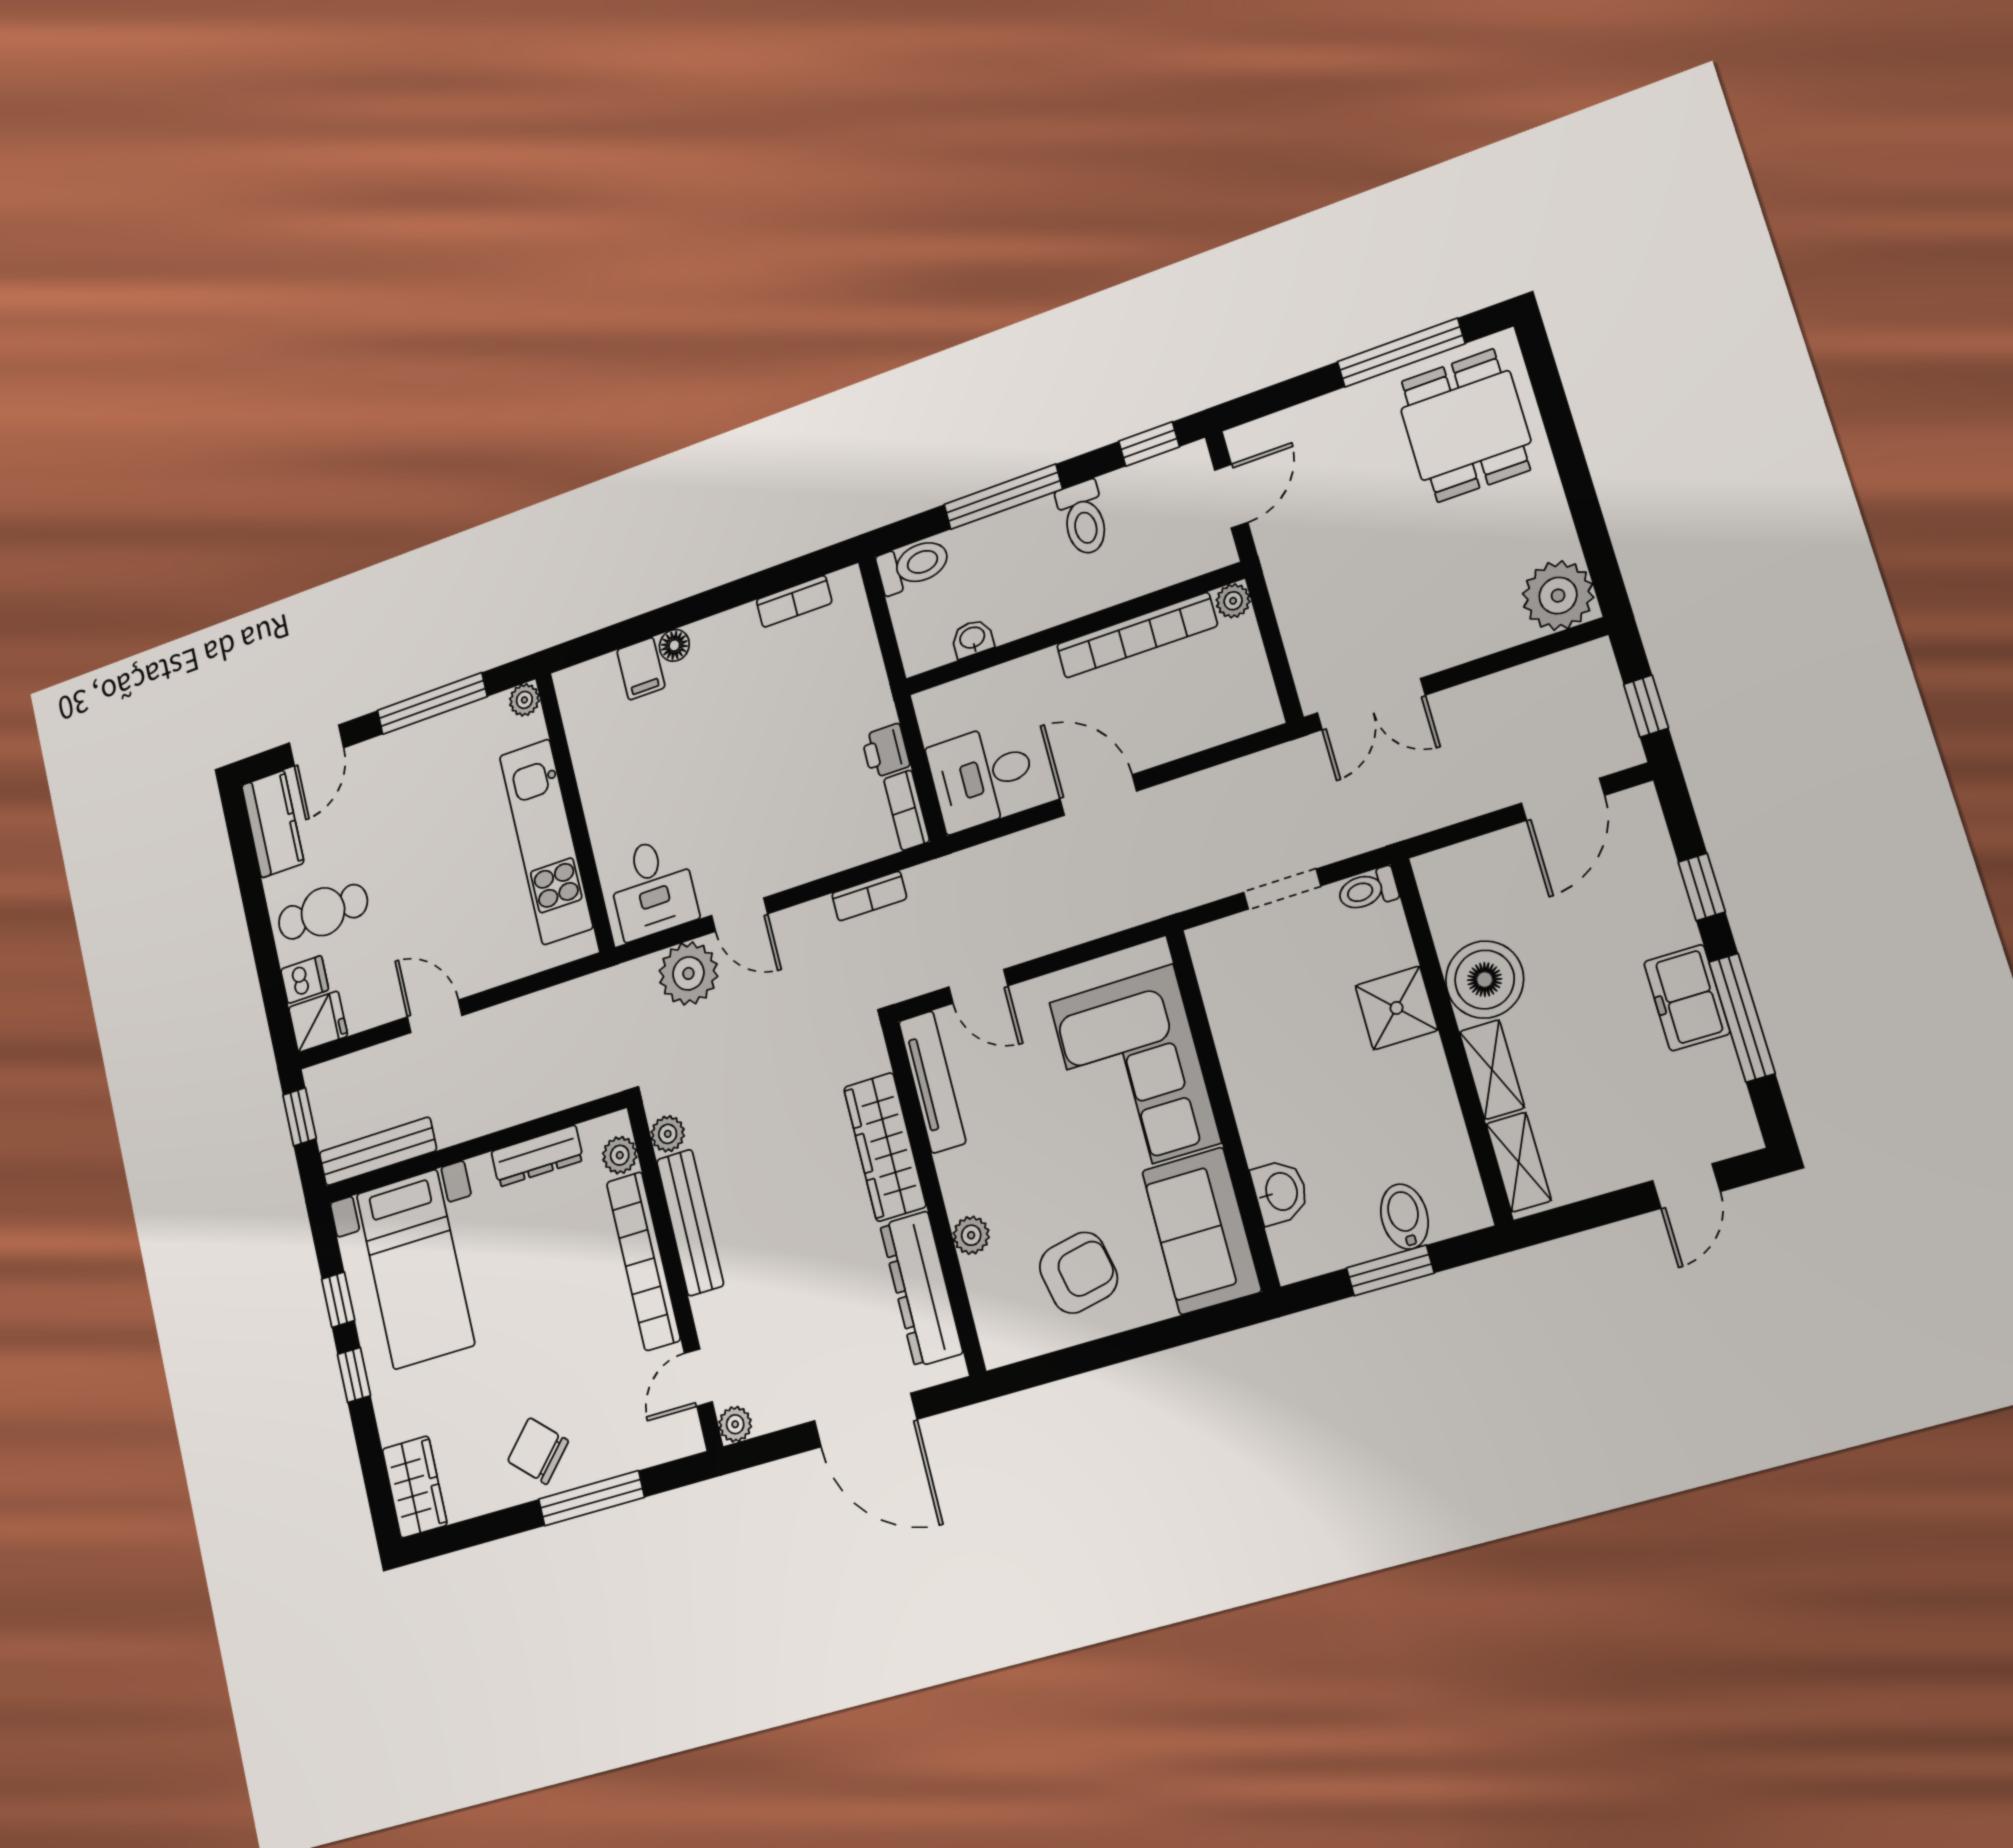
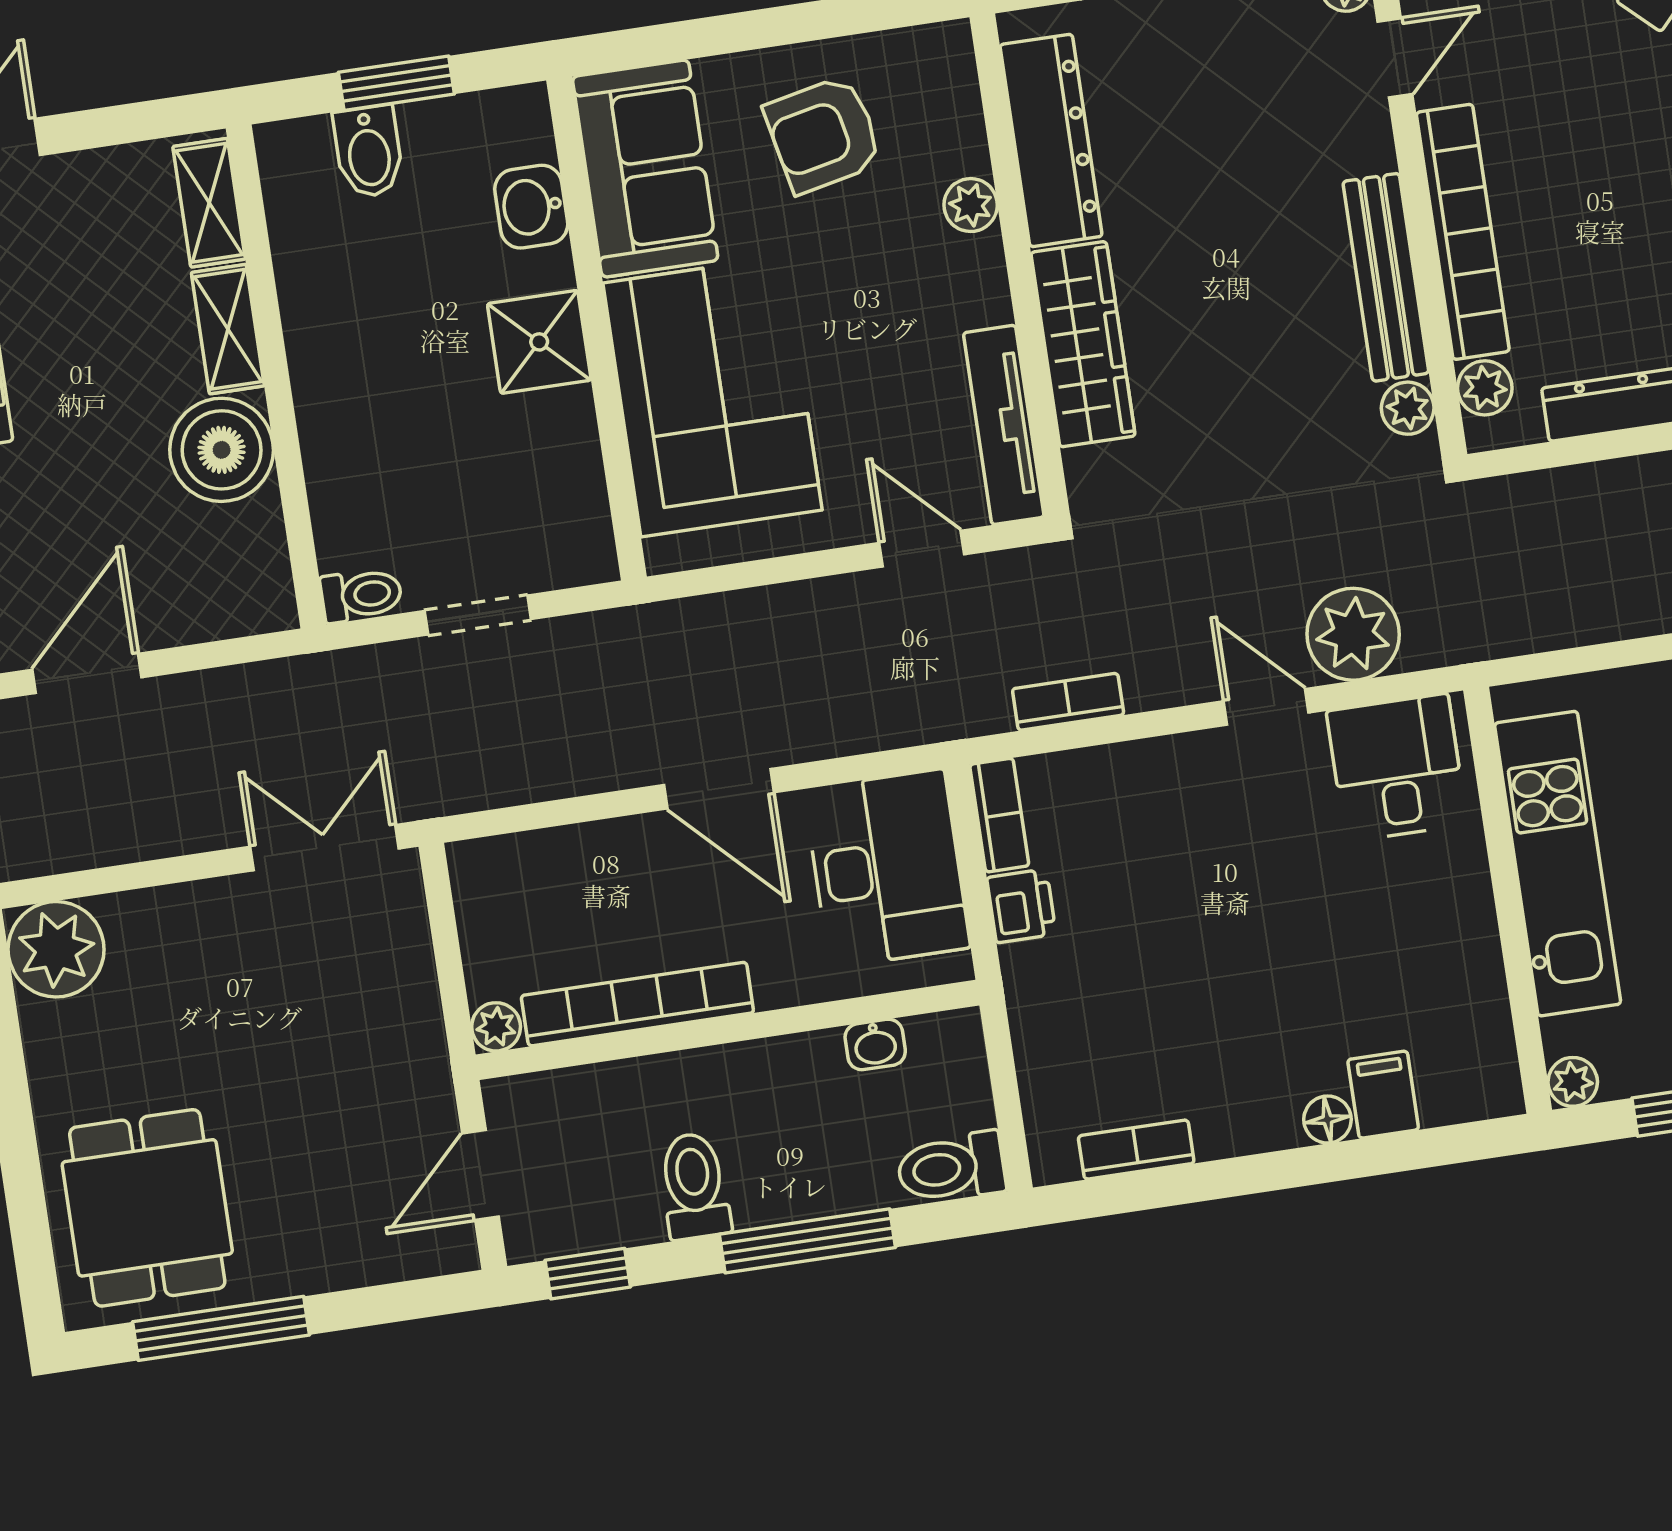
desk: (982, 777) -> (887, 868), width x1.37
shower: (1396, 1008) -> (539, 342), moved

